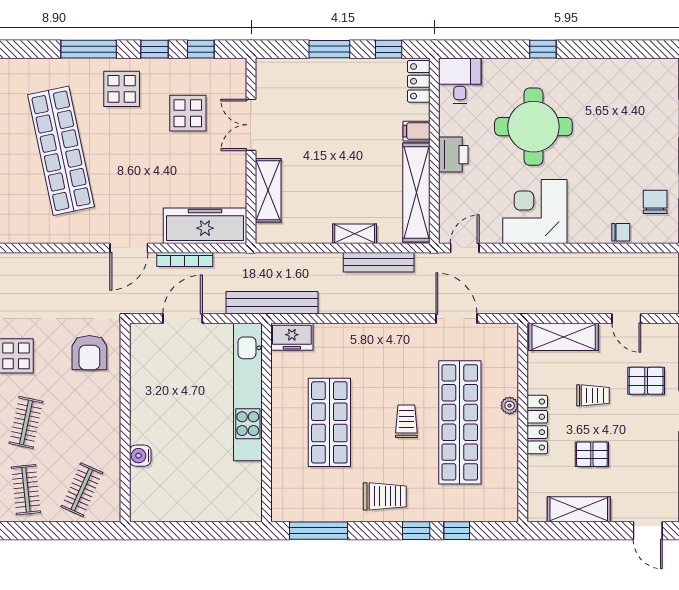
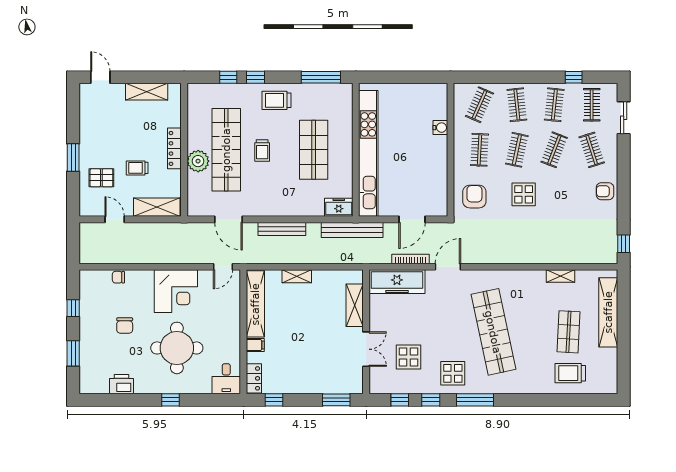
window: (329, 49) -> (336, 400), moved
printer: (453, 155) -> (122, 384), moved, turned 90
chair: (655, 202) -> (125, 326), moved
bench: (379, 262) -> (282, 229), moved
kitchen unit: (248, 392) -> (368, 153), width x1.36
plant: (510, 406) -> (198, 161), width x1.88, depth x1.88
clothes rail: (82, 422) -> (479, 150), added
pallet: (592, 454) -> (138, 129), removed

